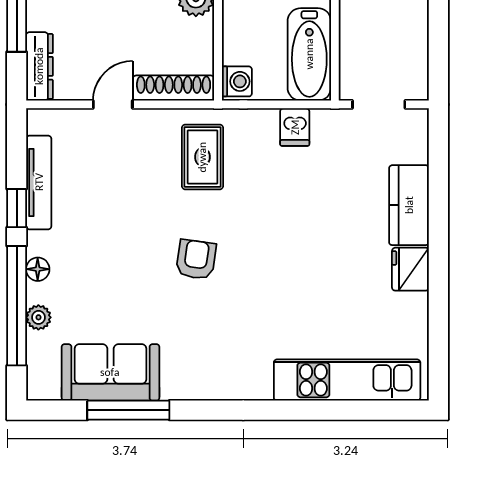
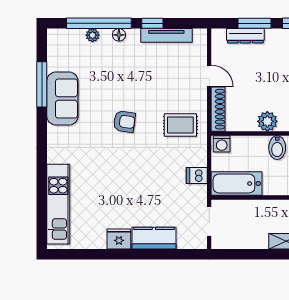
dresser: (39, 66) -> (245, 36), moved
sofa: (110, 372) -> (62, 98), moved

